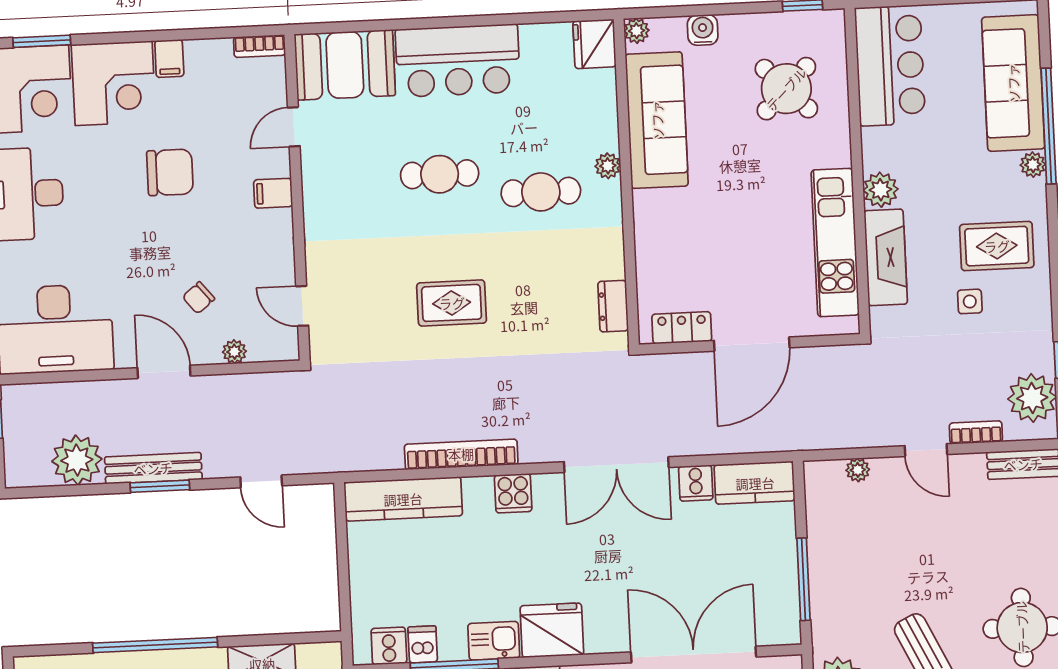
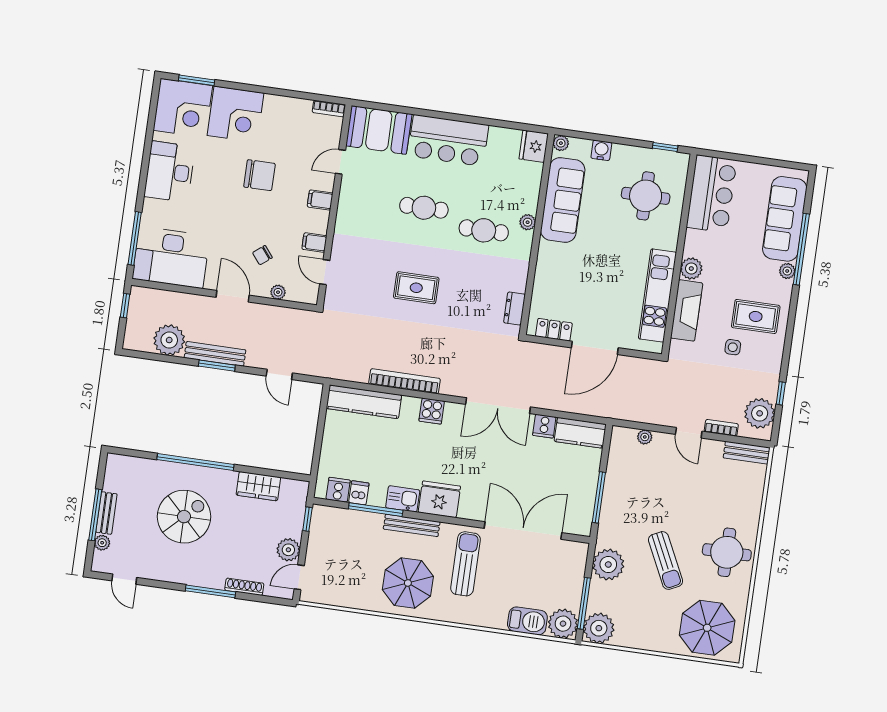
filing cabinet: (169, 59) -> (314, 243), moved, turned 90
round table: (786, 89) -> (646, 196), turned 45

